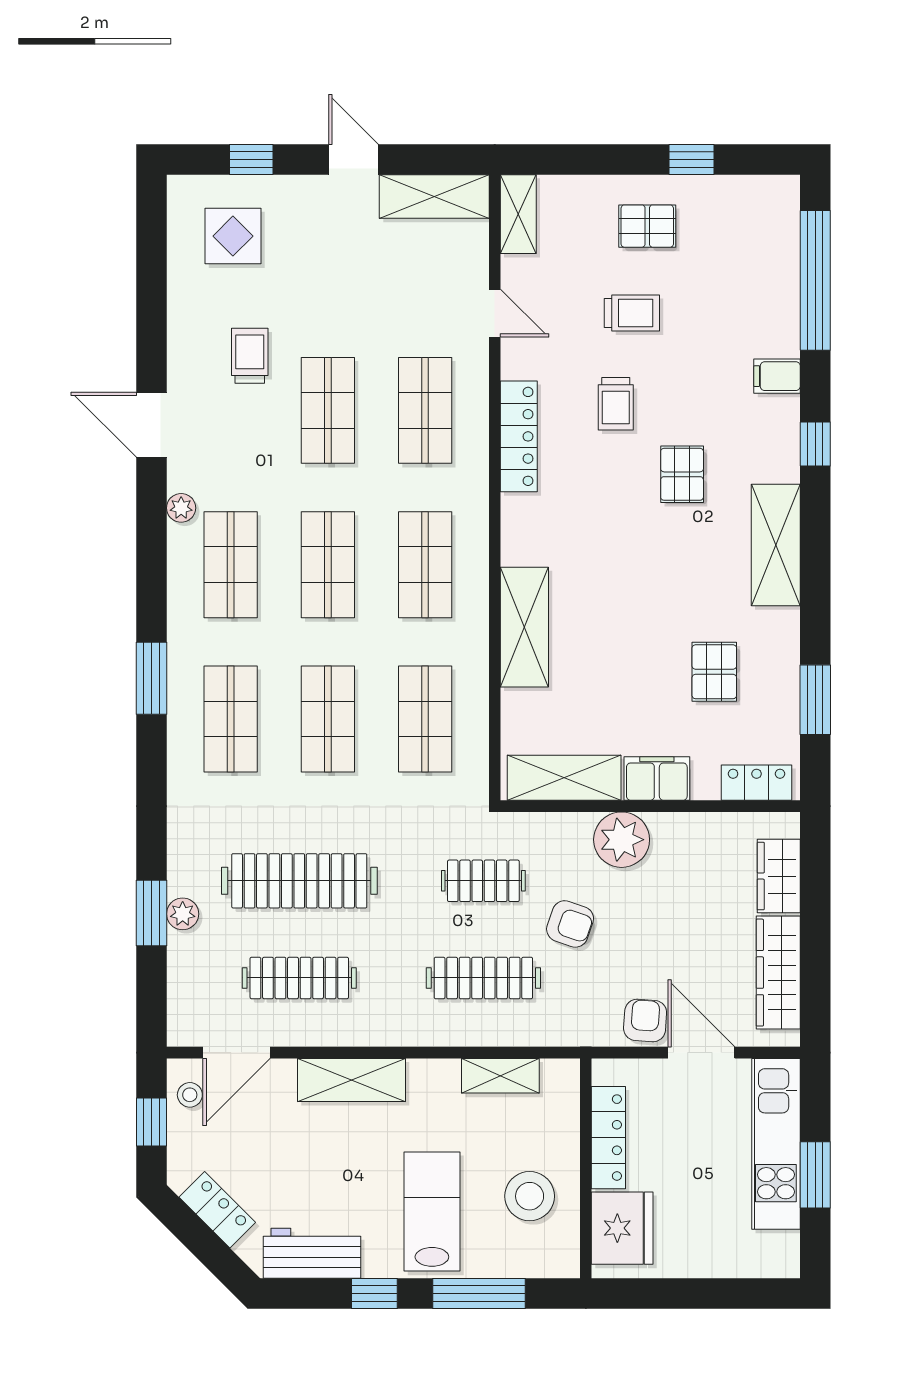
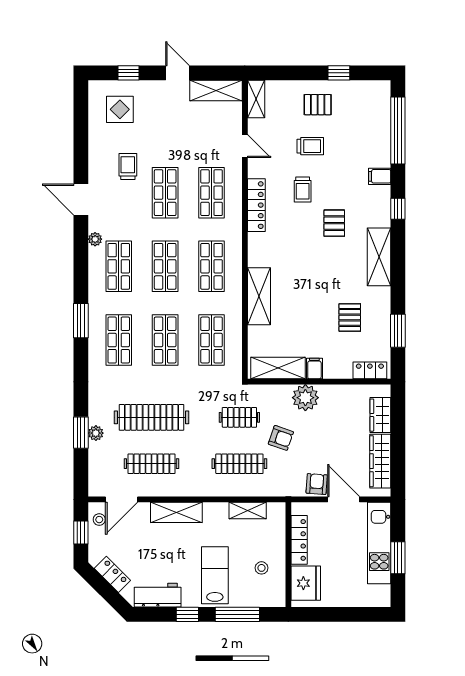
filing cabinet: (657, 779) -> (314, 368), width x0.50
stool: (530, 1196) -> (261, 568), width x0.53, depth x0.53

